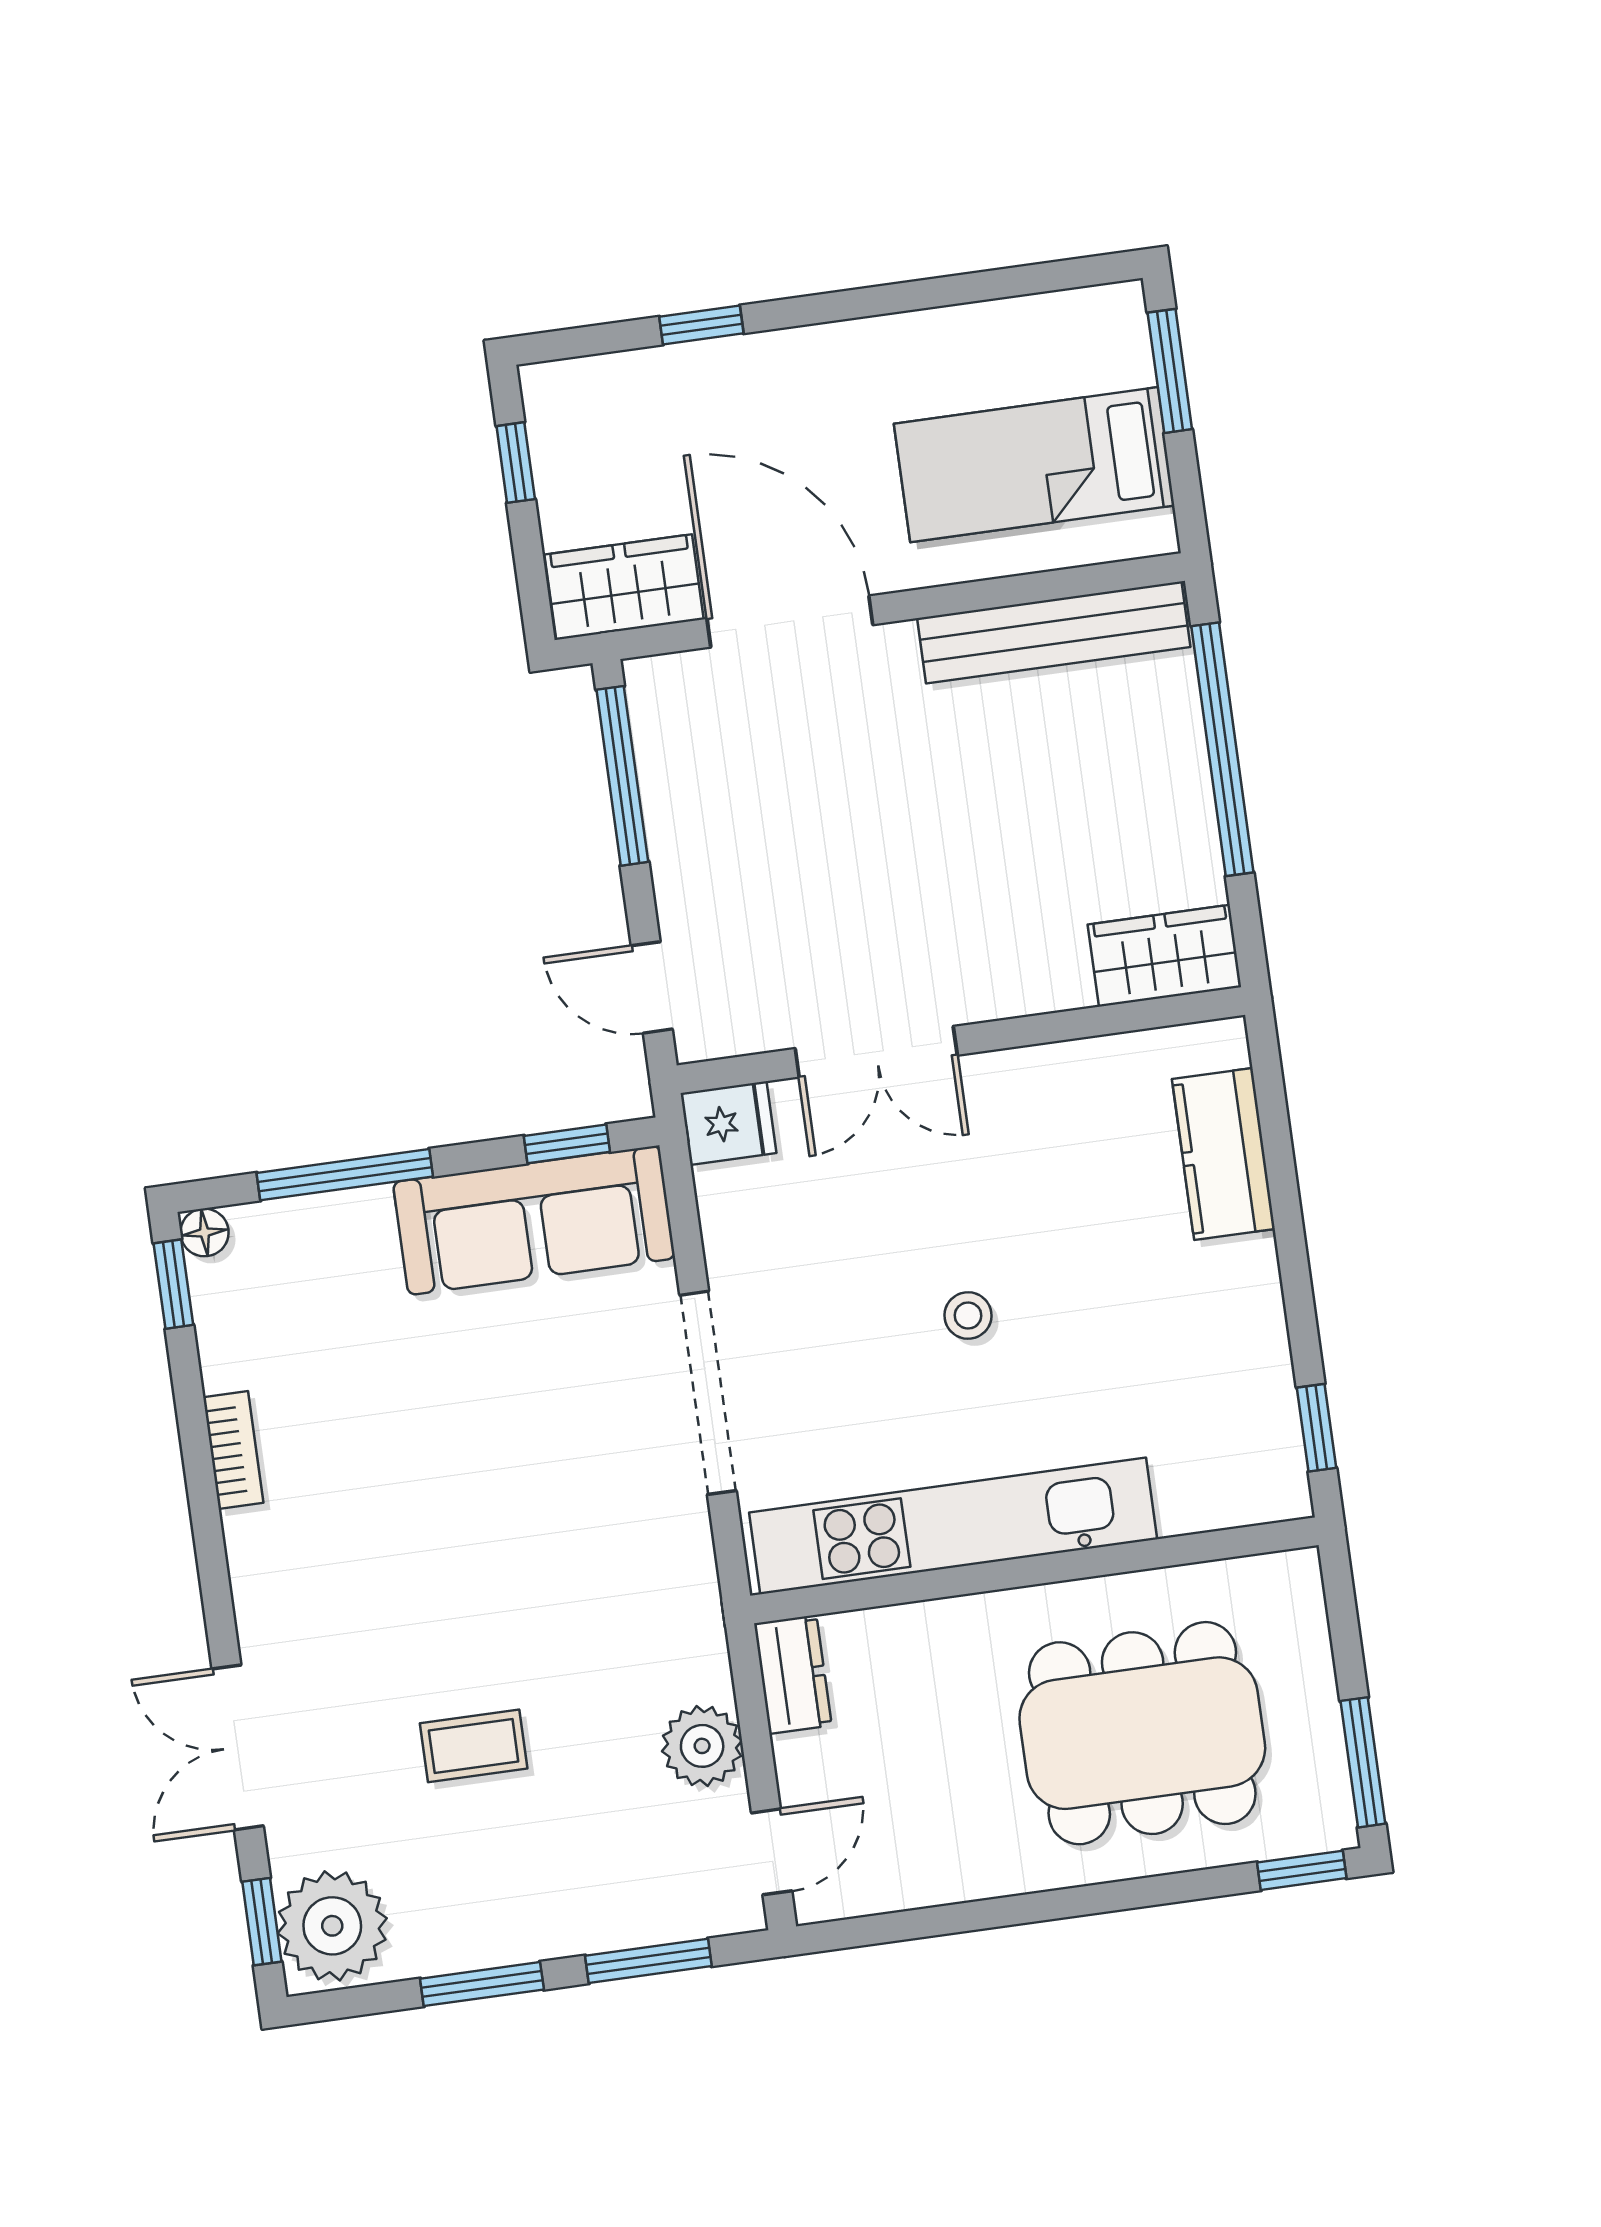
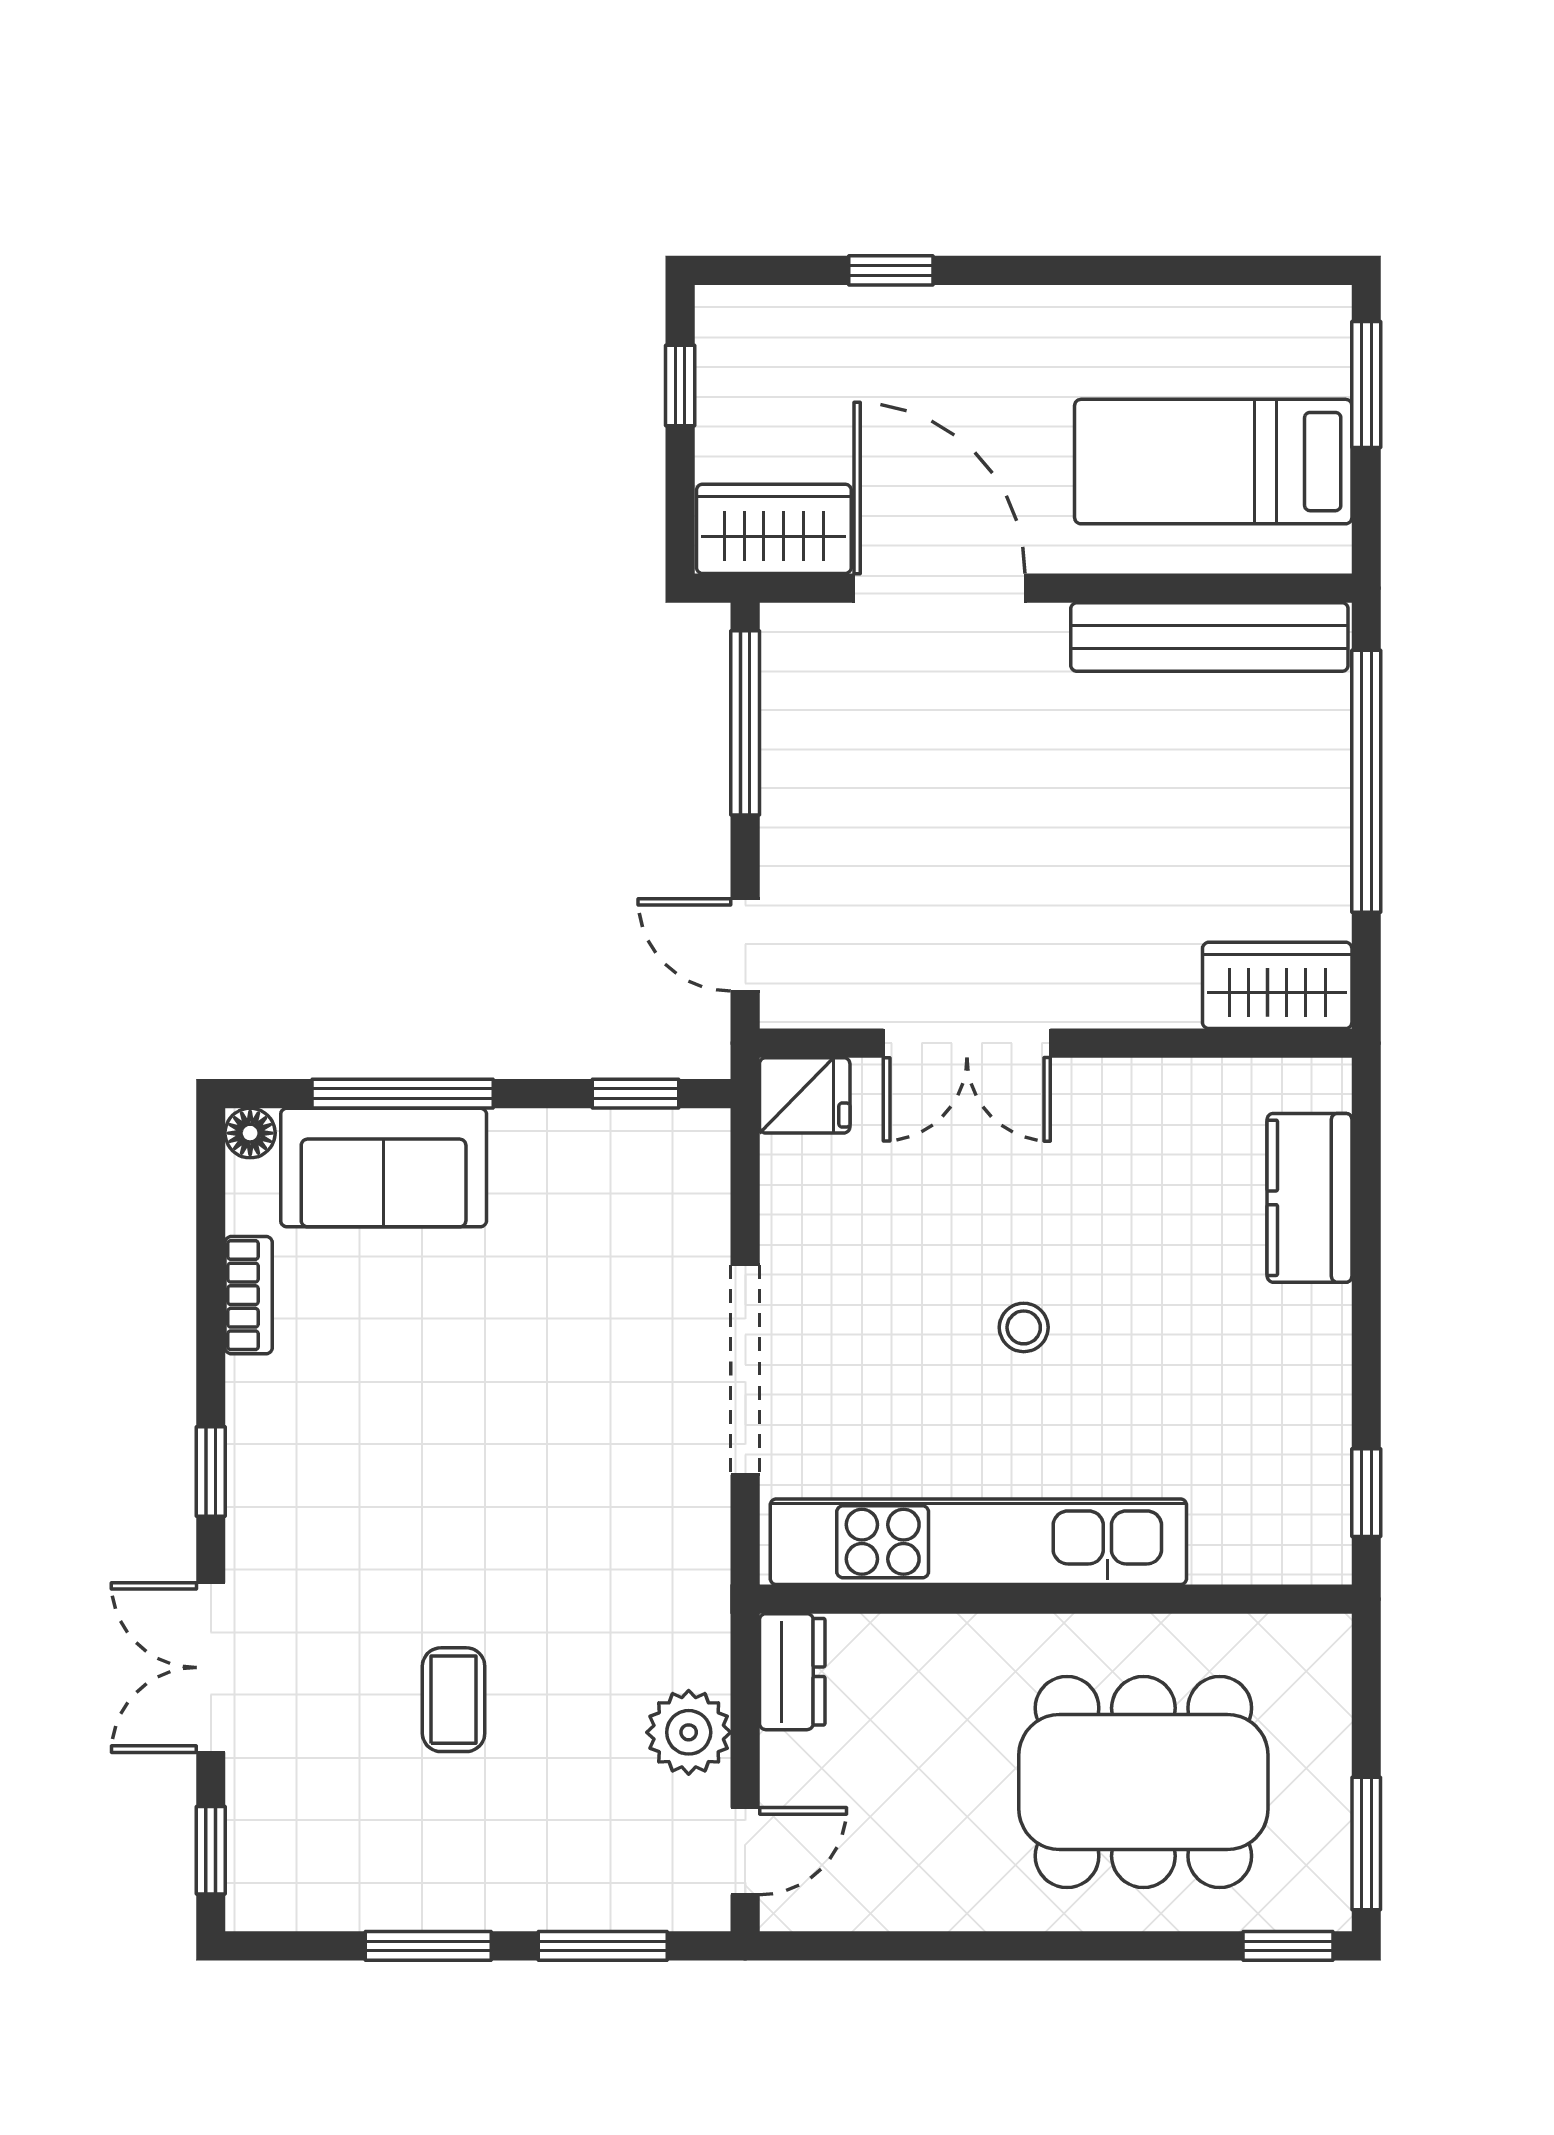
sofa: (534, 1220) -> (384, 1168), moved, width x0.73
window: (173, 1284) -> (211, 1471), moved
bookcase: (233, 1450) -> (249, 1295), moved
coffee table: (474, 1746) -> (454, 1700), turned 90
plant: (332, 1926) -> (283, 1865), removed

